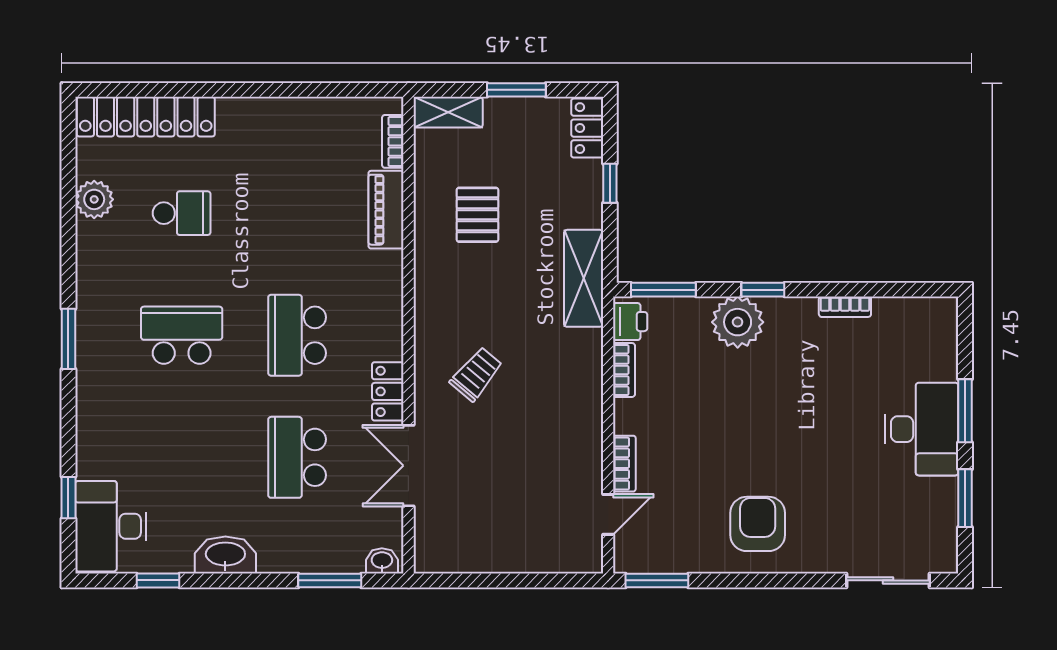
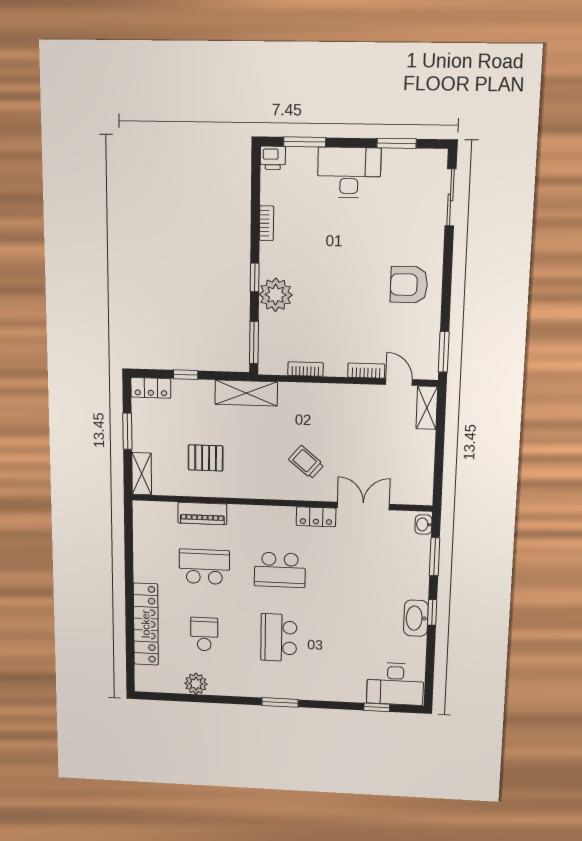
locker: (146, 117) -> (146, 624), moved
bookcase: (393, 141) -> (160, 508), removed
printer: (630, 322) -> (273, 158), moved, turned 180
window: (965, 411) -> (305, 142), moved
school desk: (297, 457) -> (204, 567), moved, turned 180
double door: (408, 466) -> (363, 506), swing flipped
shelving: (569, 559) -> (427, 408), added
window: (158, 580) -> (432, 612), moved

